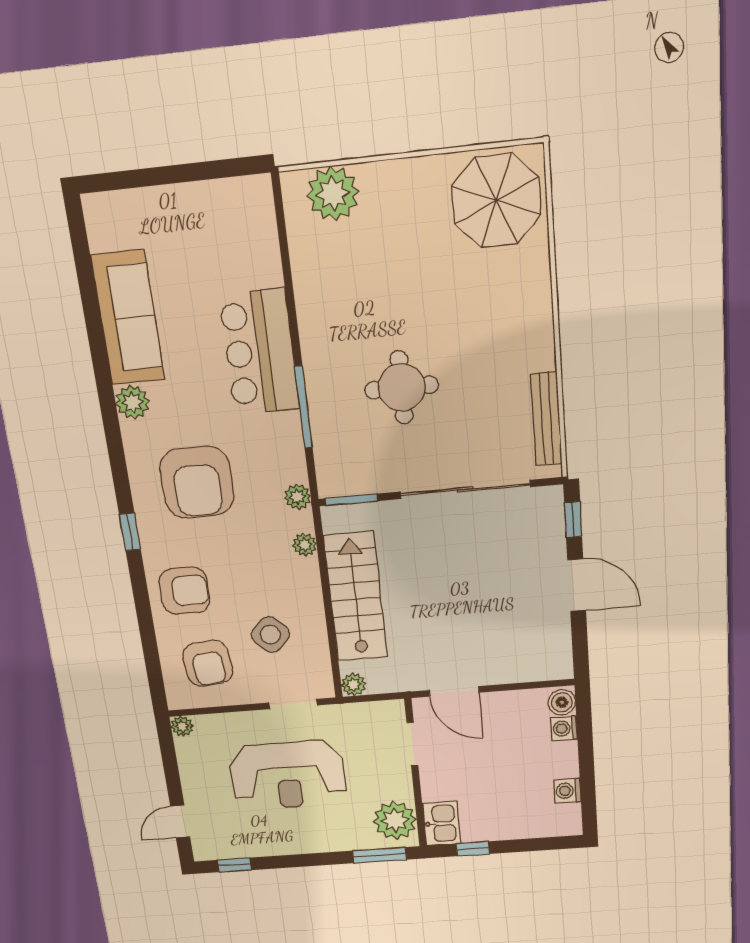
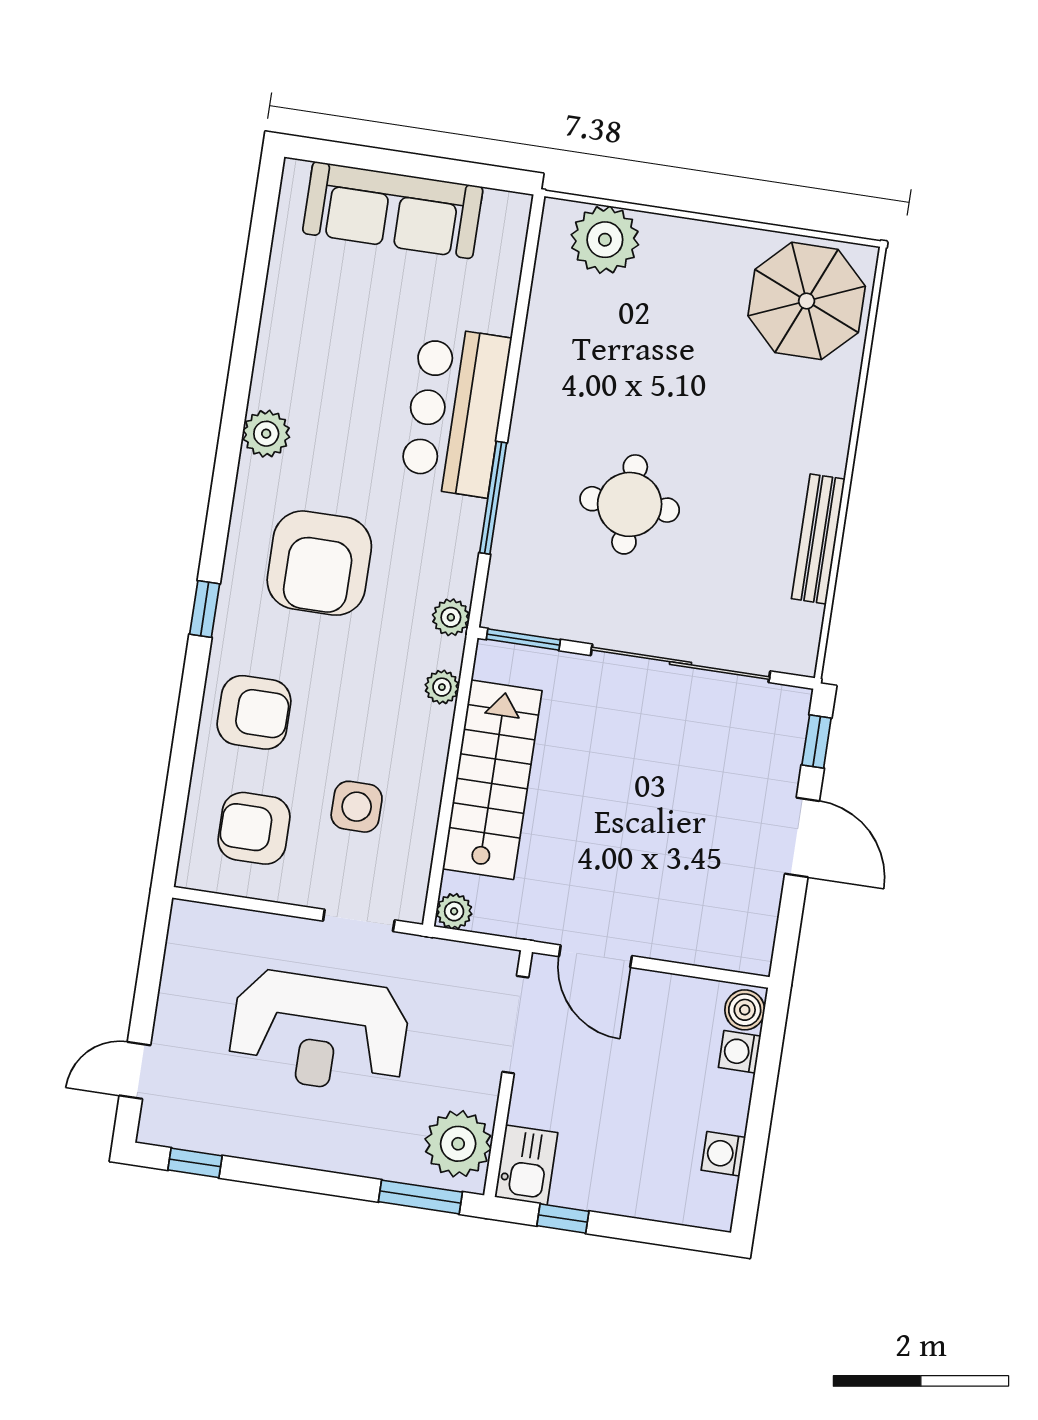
sofa: (128, 318) -> (393, 210), moved, turned 90
bench: (546, 419) -> (818, 539), moved
side table: (270, 635) -> (357, 807), turned 45
armchair: (208, 663) -> (254, 828), turned 96
plant: (182, 726) -> (186, 917), removed
doorway: (412, 744) -> (515, 1025), width x1.38

